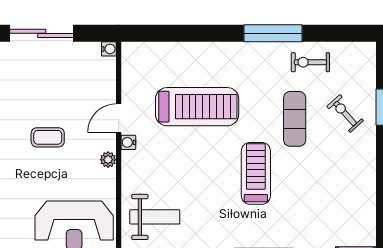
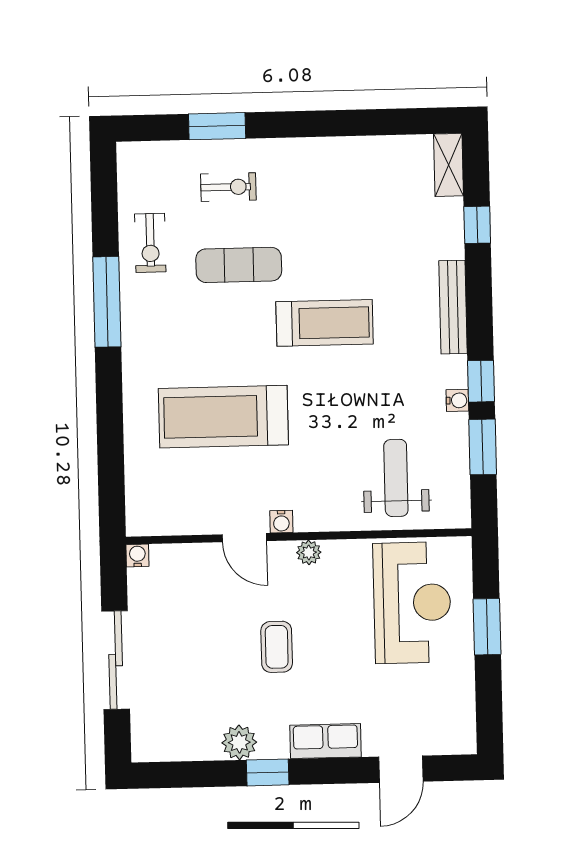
treadmill: (197, 107) -> (223, 417), turned -90
exercise bike: (345, 113) -> (228, 187), turned -138
treadmill: (256, 173) -> (325, 323), turned 180

